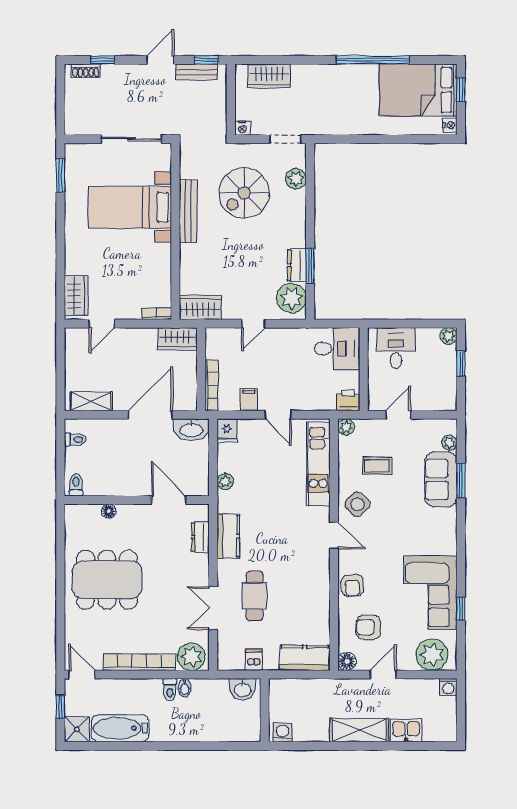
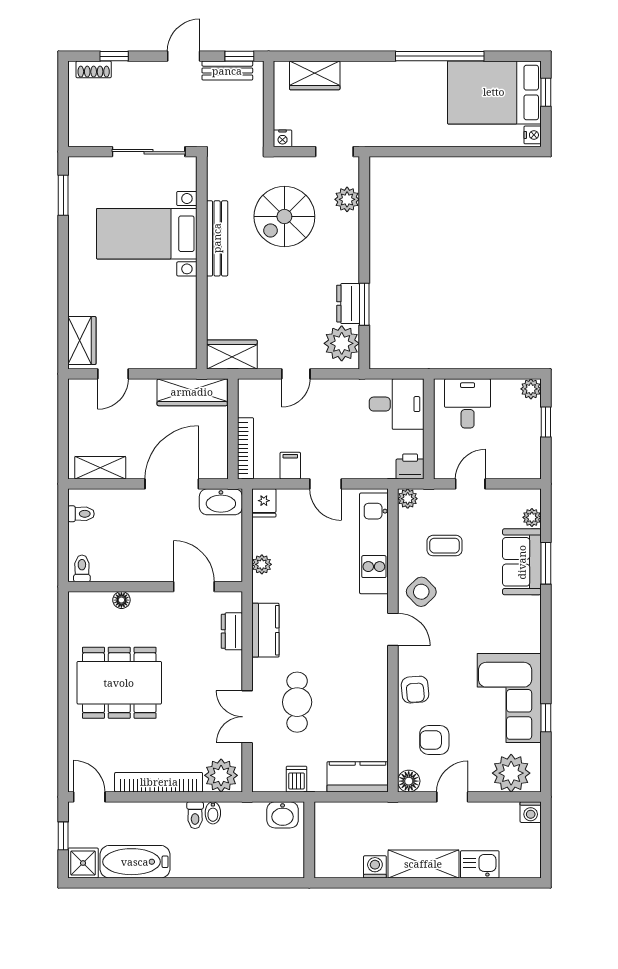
bookcase: (157, 314) -> (179, 362), removed
wardrobe: (177, 339) -> (192, 392), width x1.50
washing machine: (283, 733) -> (375, 867), moved

